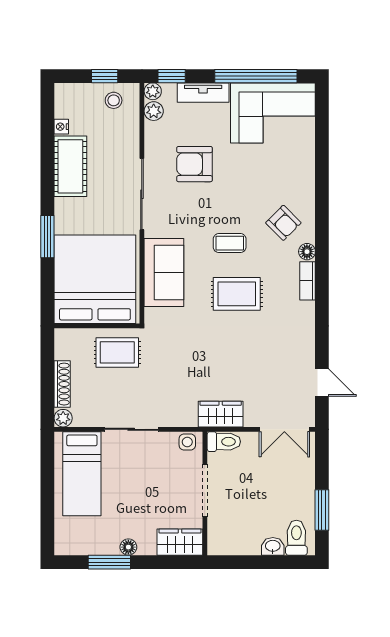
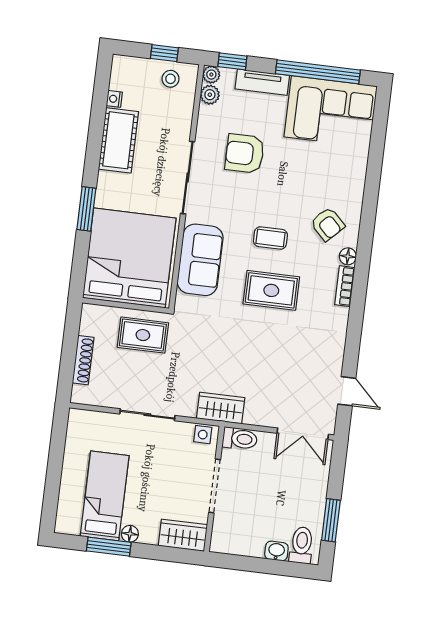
wardrobe: (221, 414) -> (221, 408), moved
plant: (63, 418) -> (80, 395), removed
bed: (82, 474) -> (105, 496), moved, turned 180

